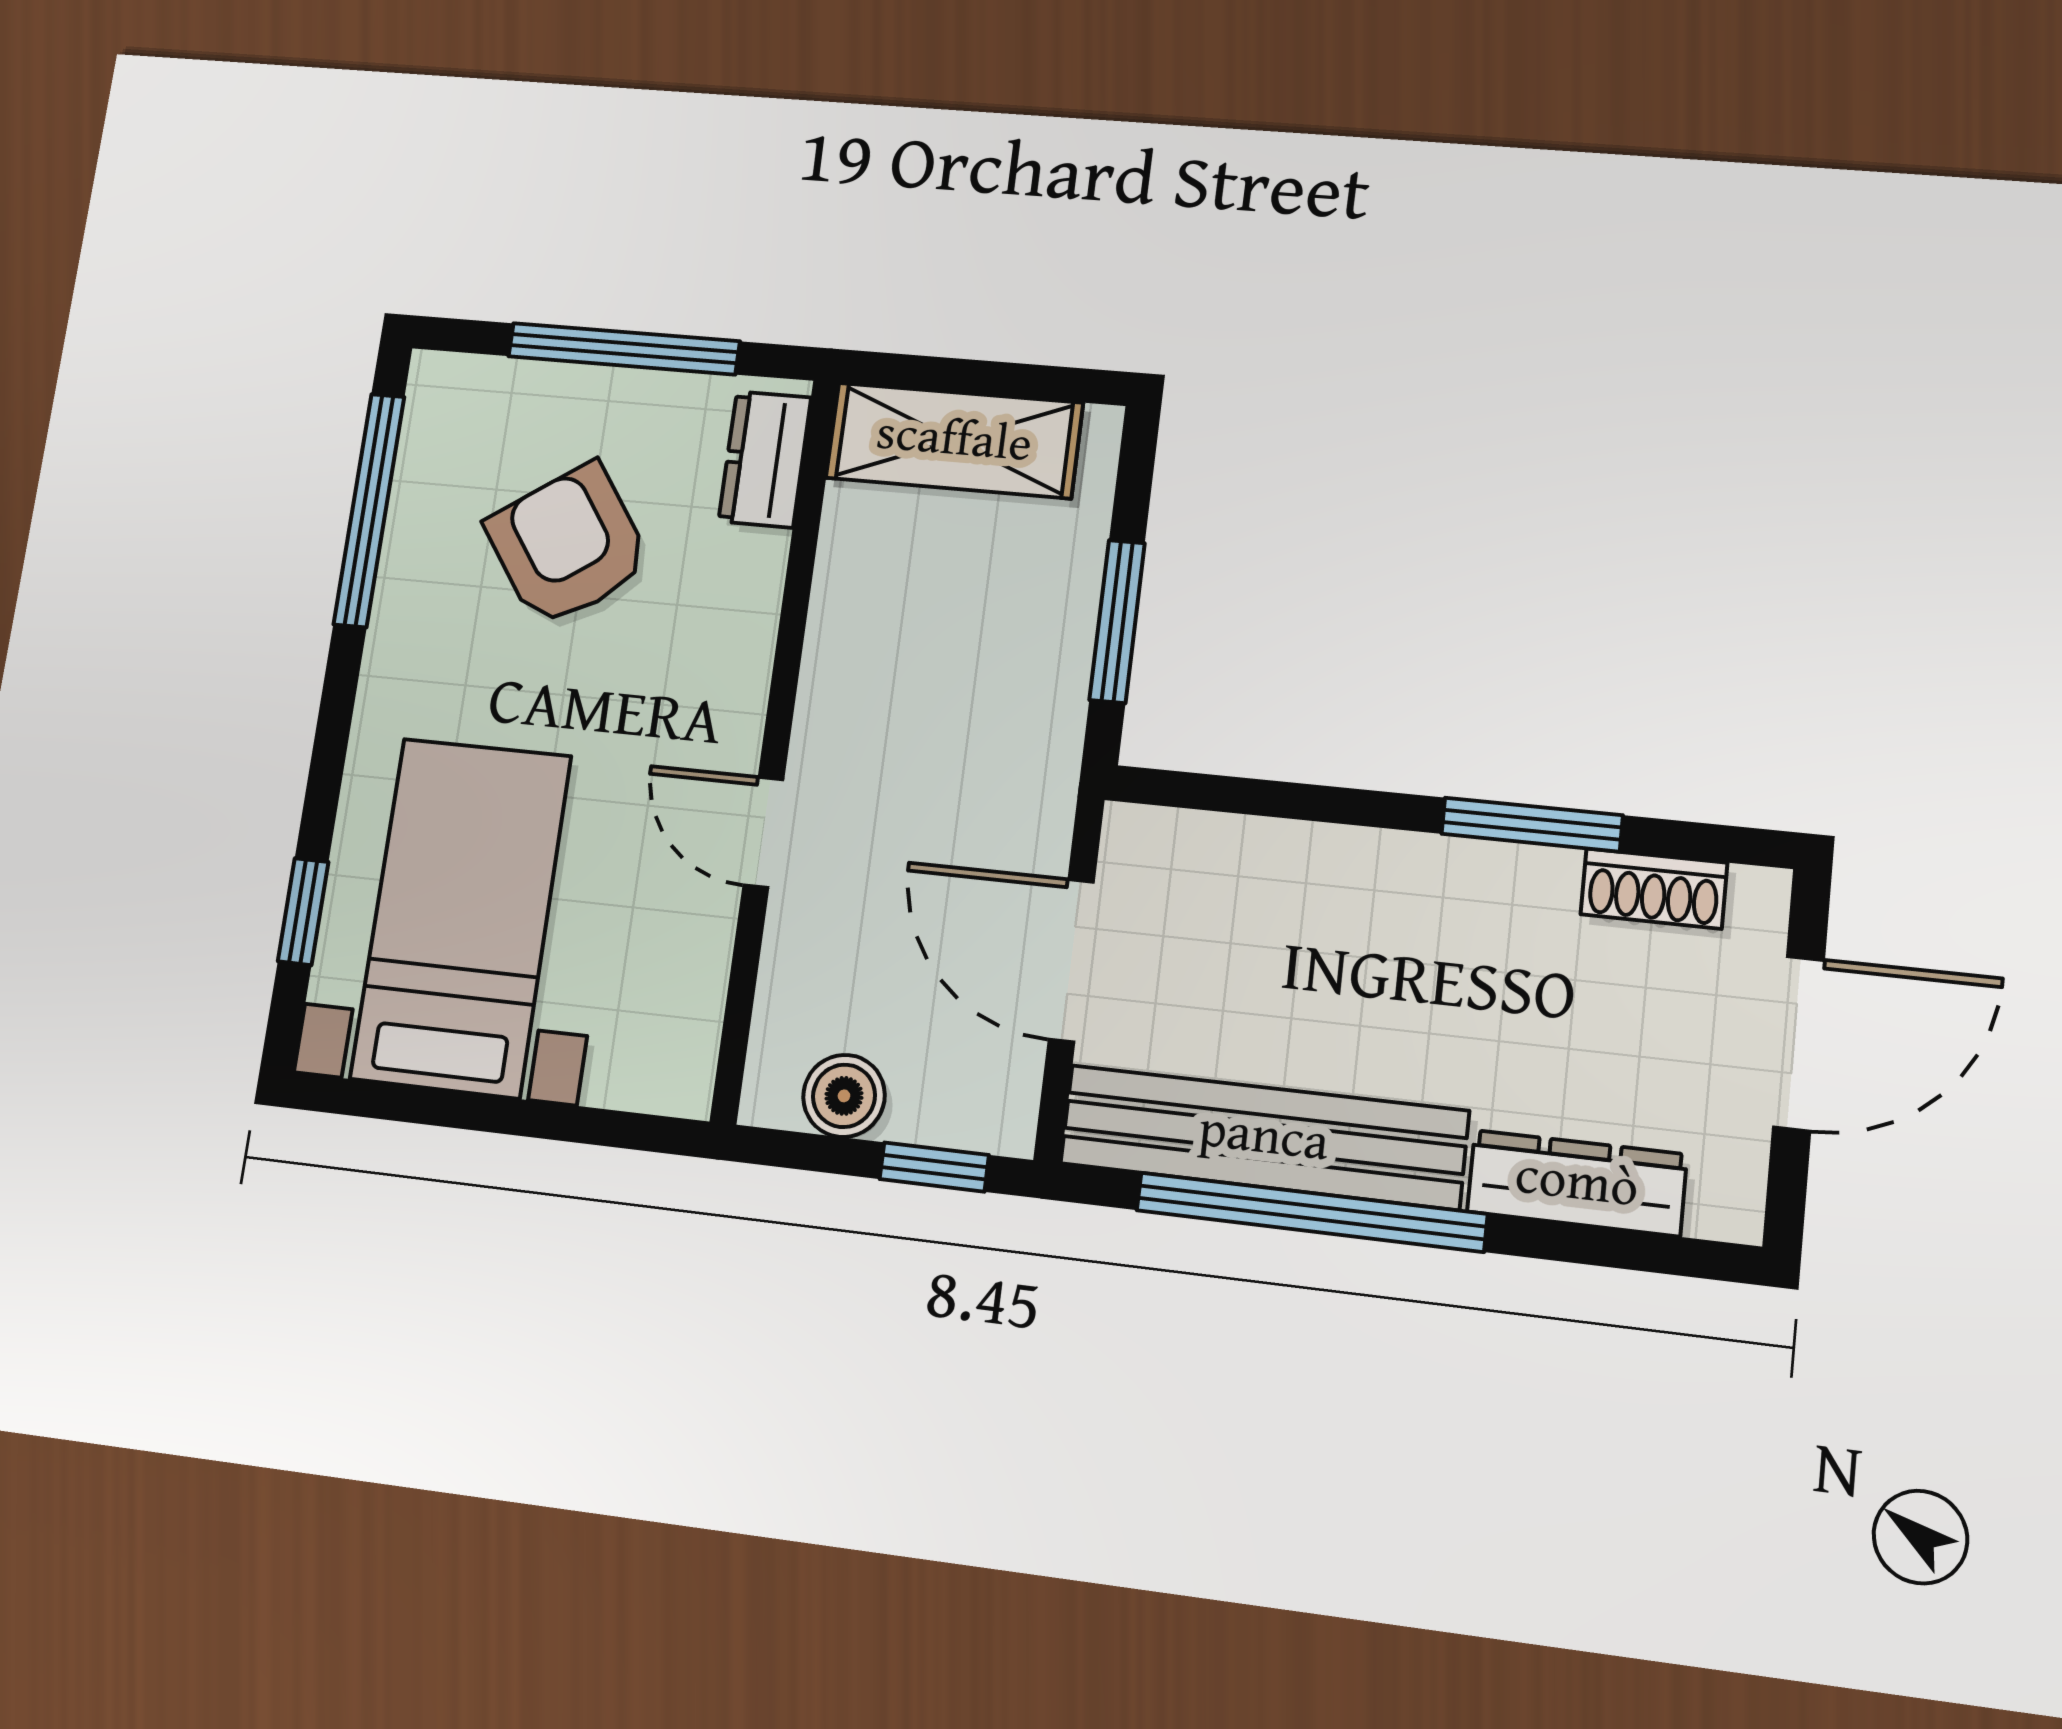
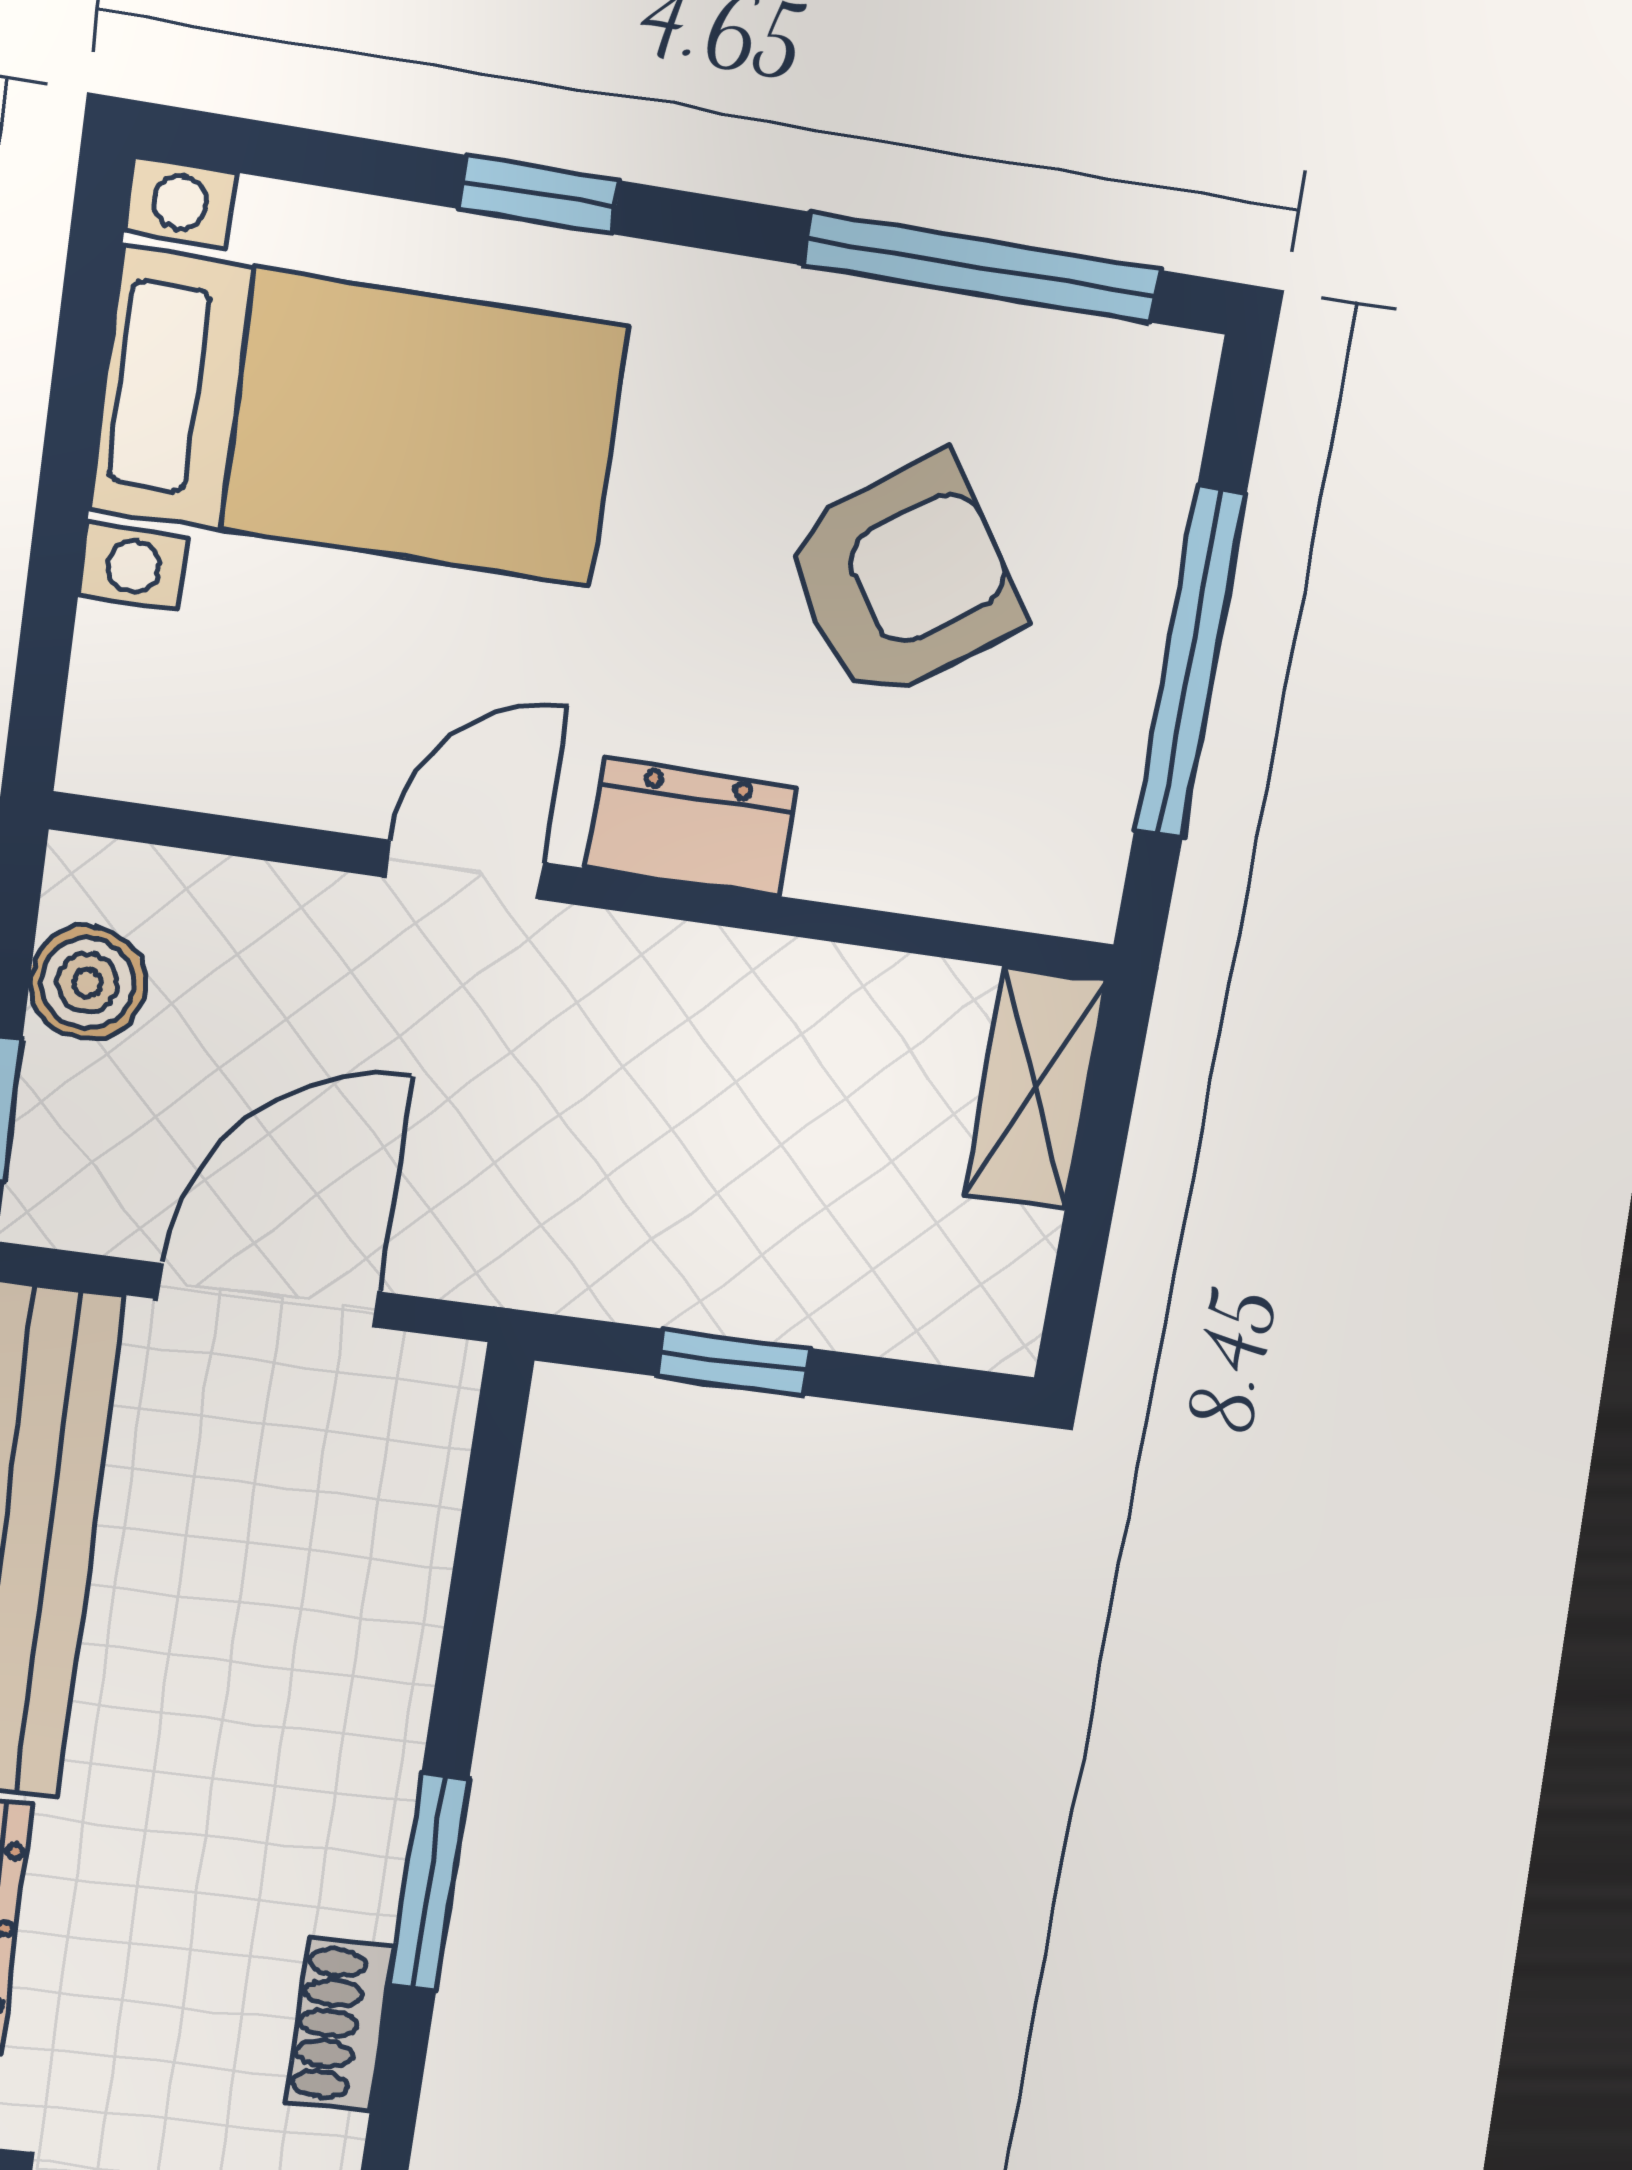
shelving: (954, 440) -> (1035, 1089), width x0.67, depth x0.75
dresser: (765, 459) -> (692, 827), moved
window: (1117, 621) -> (734, 1362), width x0.67
window: (303, 912) -> (539, 195), moved

